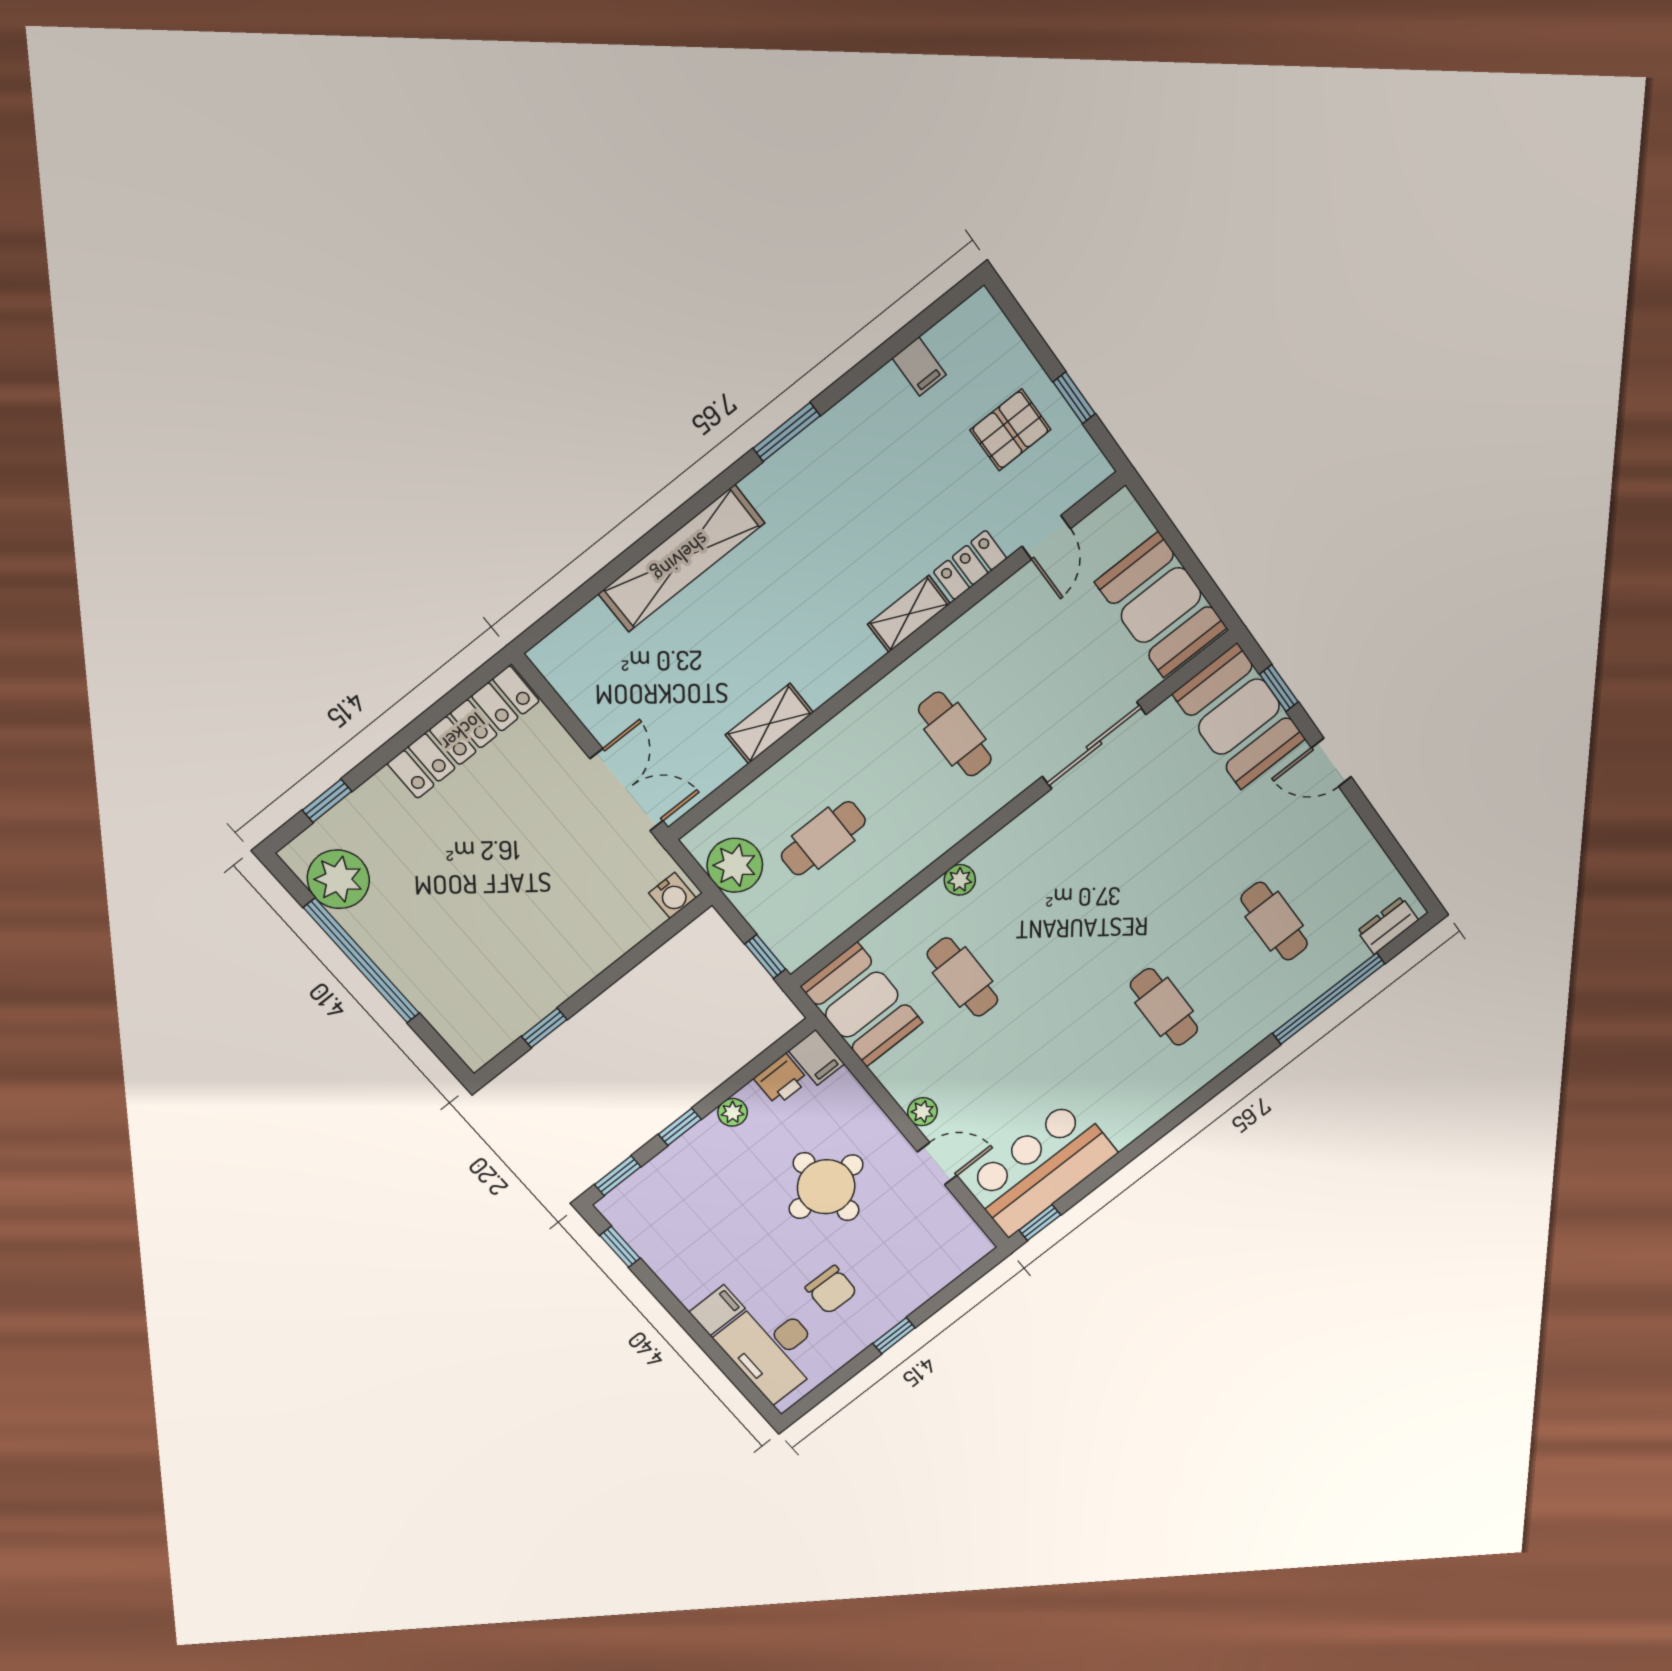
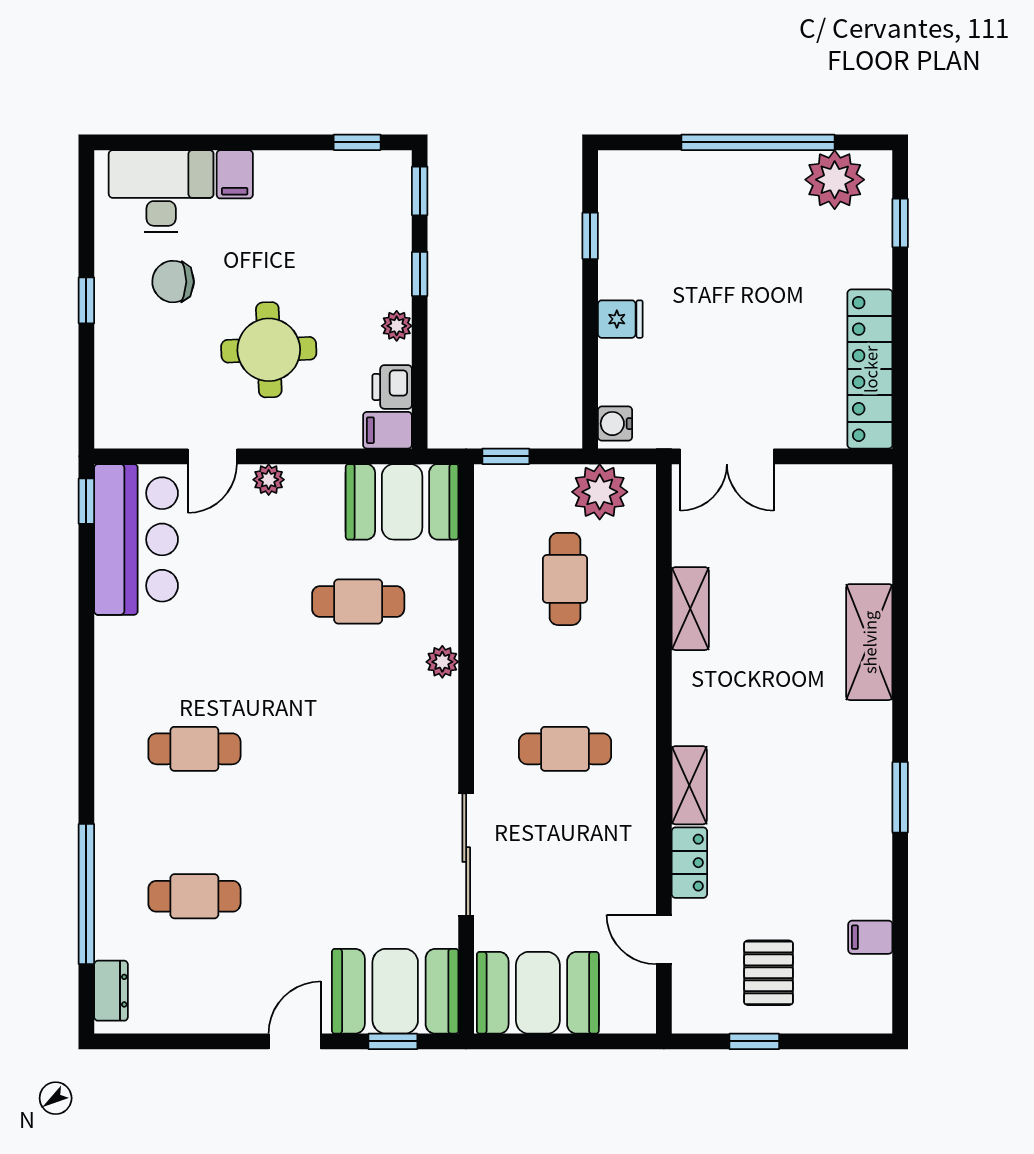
shelving: (681, 558) -> (869, 642), width x0.68
fridge: (589, 955) -> (620, 319), added

